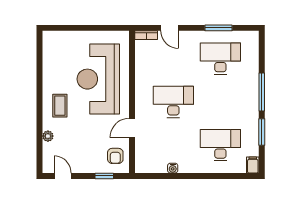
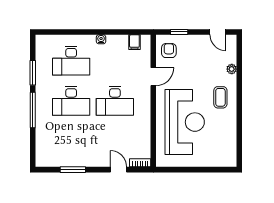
desk: (220, 59) -> (71, 101), moved
filing cabinet: (253, 165) -> (134, 42), moved
water cooler: (173, 168) -> (101, 39), moved

